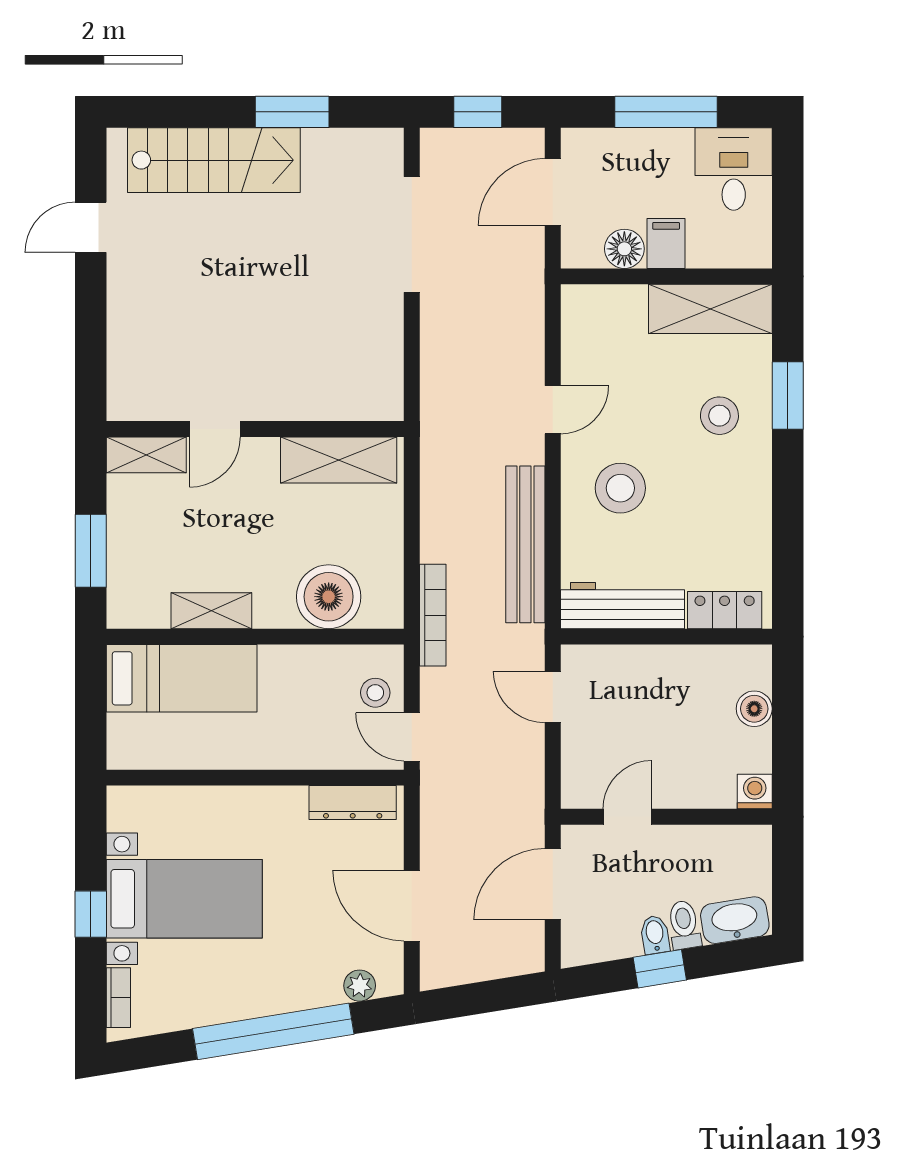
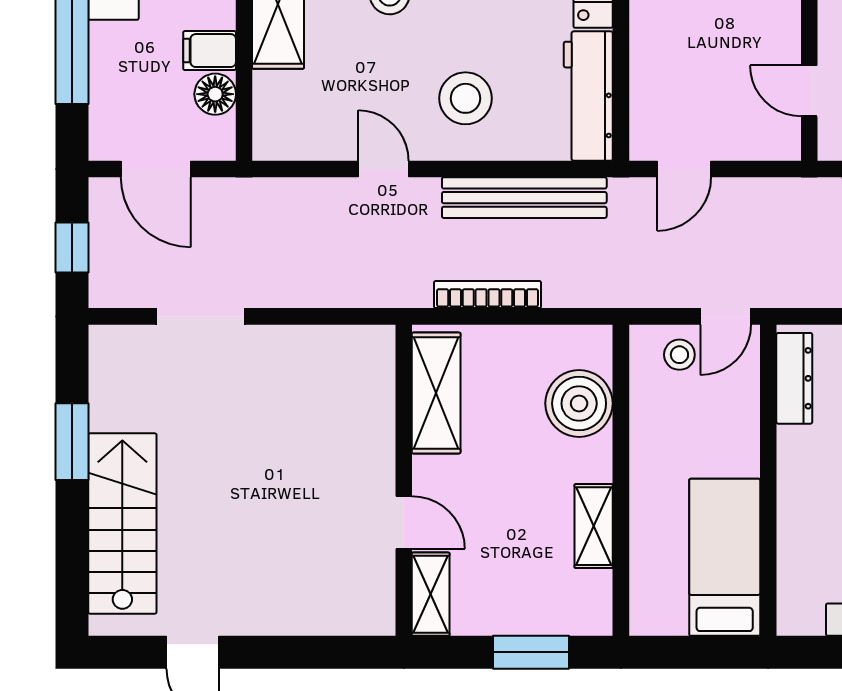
doorway: (412, 235) -> (200, 316), width x0.73
bookcase: (433, 615) -> (488, 295), moved
bed: (182, 678) -> (725, 557), moved

